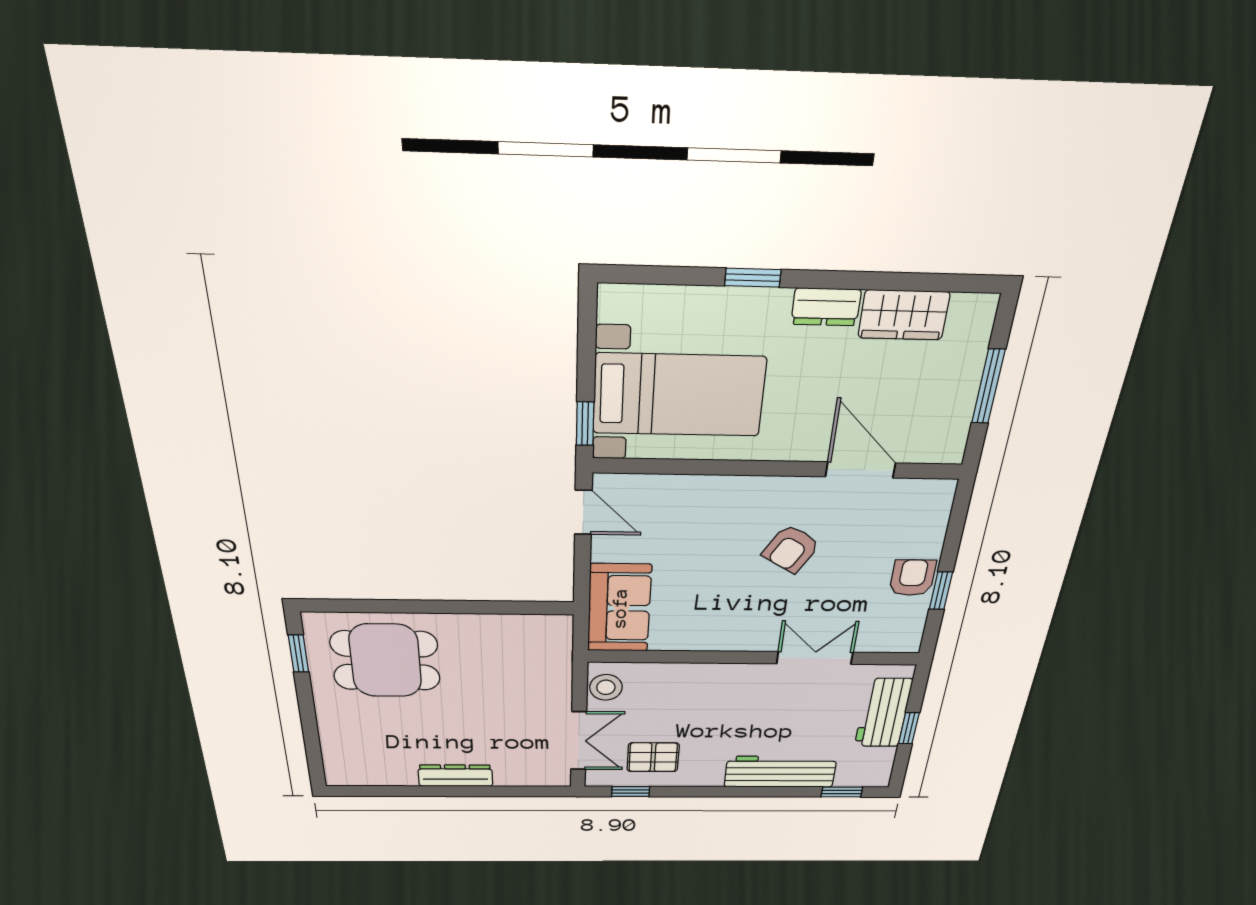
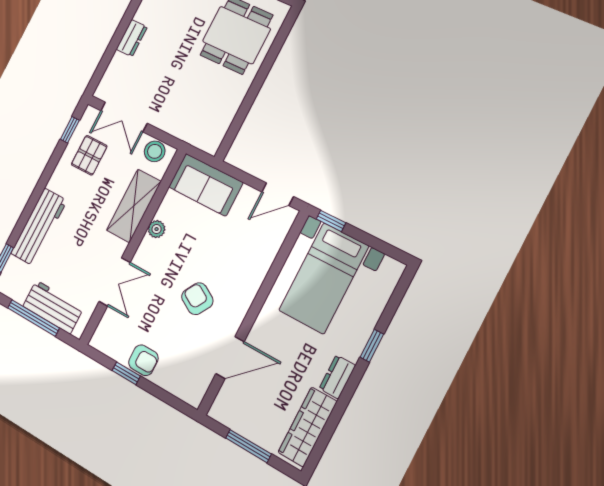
wardrobe: (904, 315) -> (308, 427), width x1.50
plant: (714, 640) -> (157, 229), added
shelving: (696, 680) -> (134, 206), added
window: (909, 728) -> (33, 318), width x2.17
dresser: (455, 776) -> (132, 38), width x0.70

